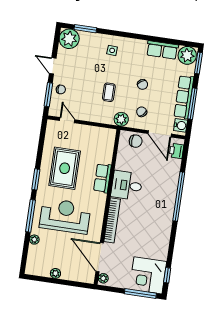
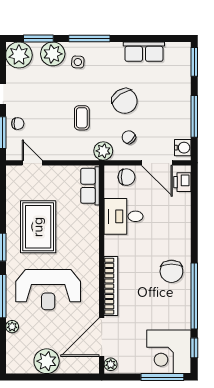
window: (123, 34) -> (89, 39), added
plant: (187, 55) -> (53, 54), moved
chair: (143, 84) -> (125, 101), width x1.87, depth x1.87
row of seats: (184, 97) -> (182, 109), removed
row of seats: (102, 178) -> (90, 186), moved
desk: (127, 185) -> (124, 216), moved
window: (179, 196) -> (194, 296), moved
reception desk: (65, 216) -> (48, 290), turned 180
chair: (159, 216) -> (171, 271), added
door: (100, 257) -> (102, 337), hinge flipped
plant: (55, 273) -> (47, 361), width x1.87, depth x1.87

